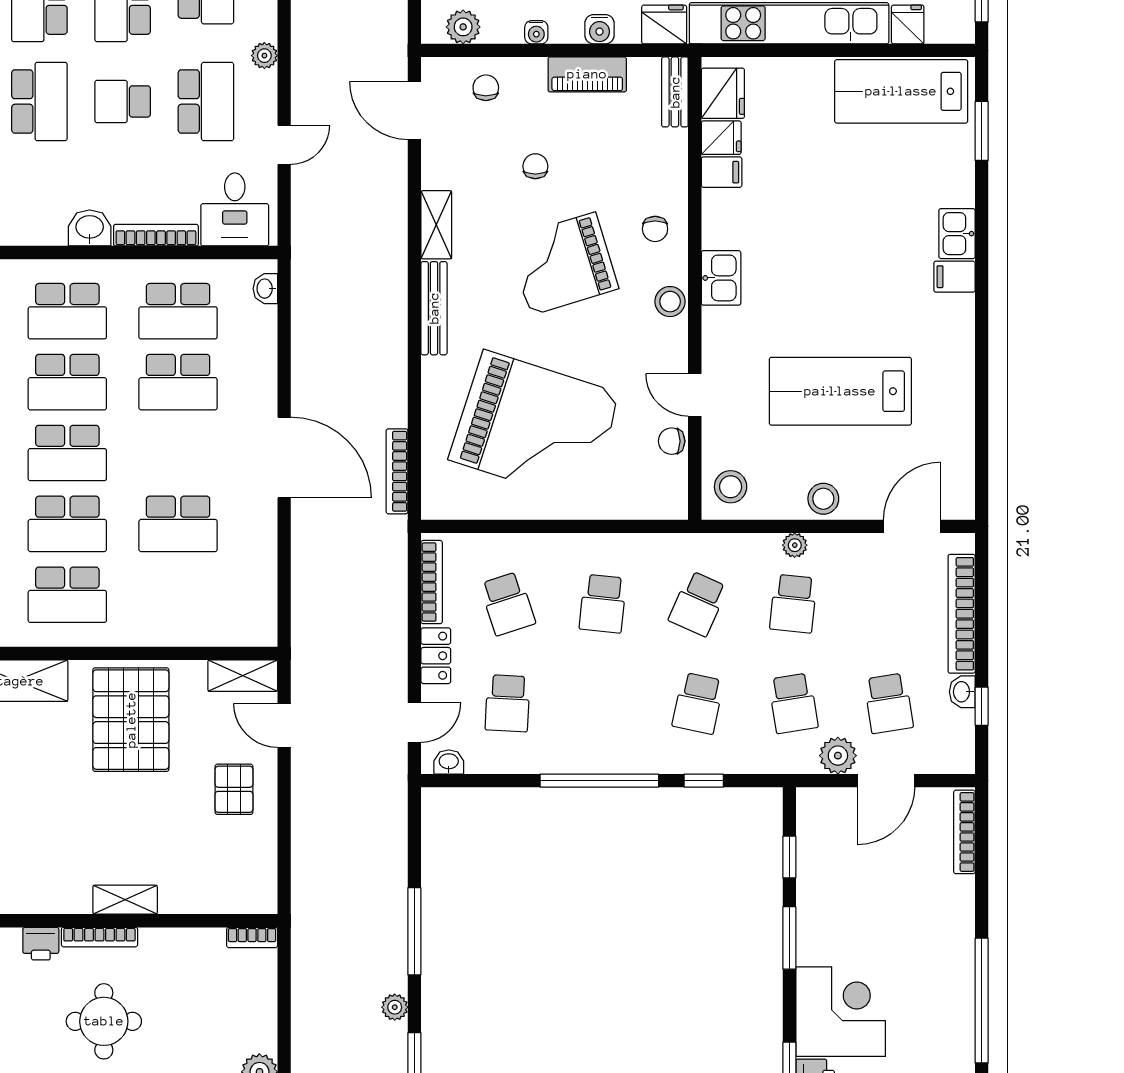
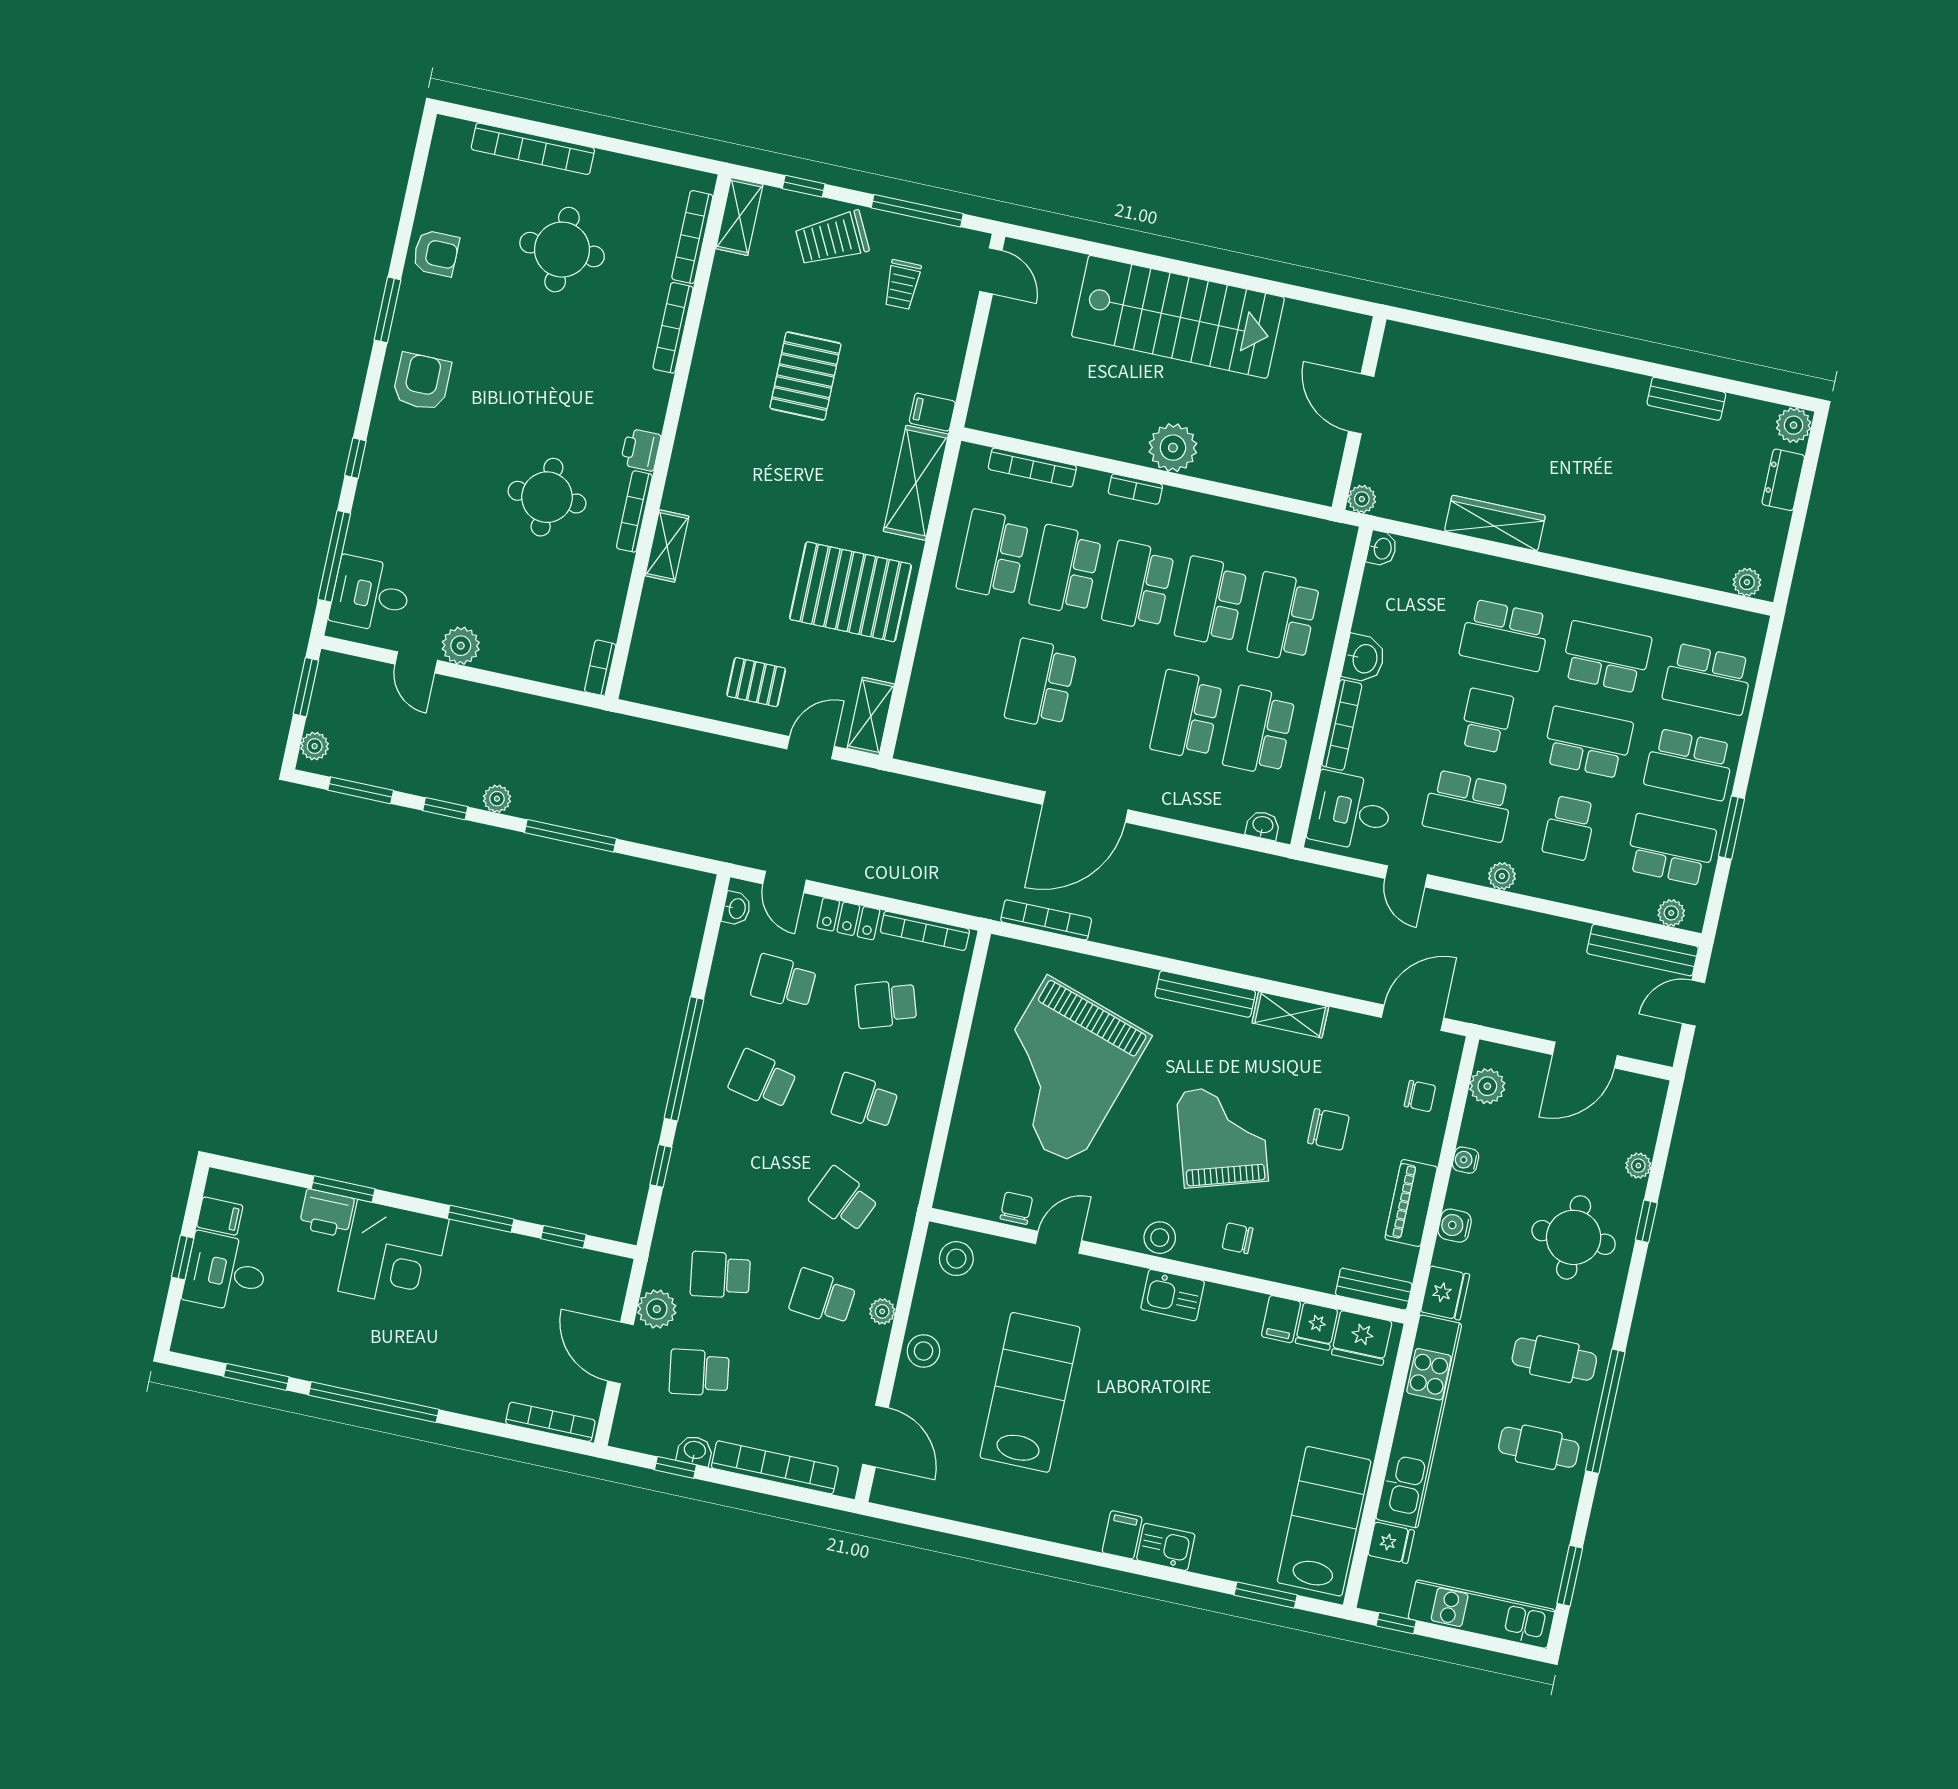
chair: (535, 166) -> (1328, 1129), width x1.37, depth x1.37
school desk: (698, 703) -> (763, 1079), moved

